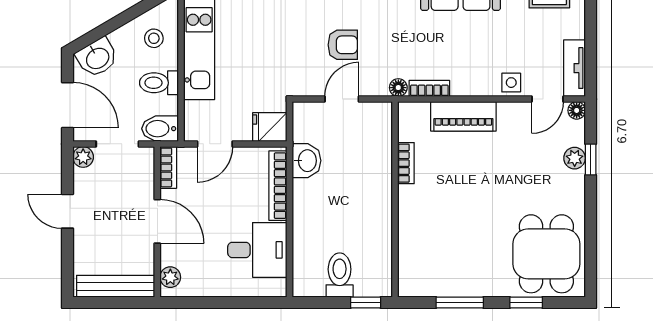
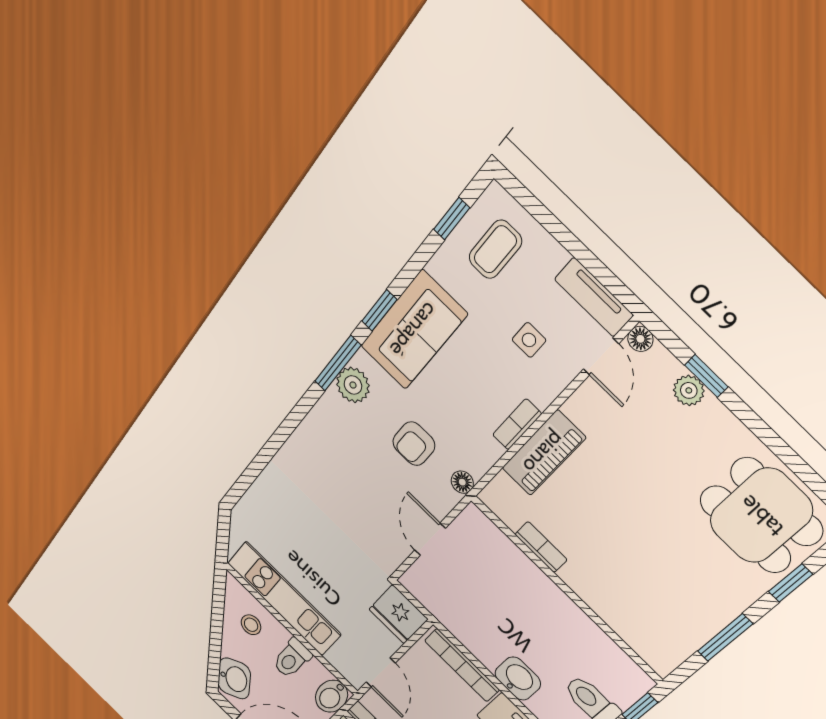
armchair: (343, 45) -> (414, 444), moved, turned 180
side table: (511, 83) -> (529, 340), moved
bookcase: (429, 88) -> (517, 424), moved
fridge: (270, 127) -> (398, 614), width x1.38
washbasin: (306, 161) -> (518, 679), moved

